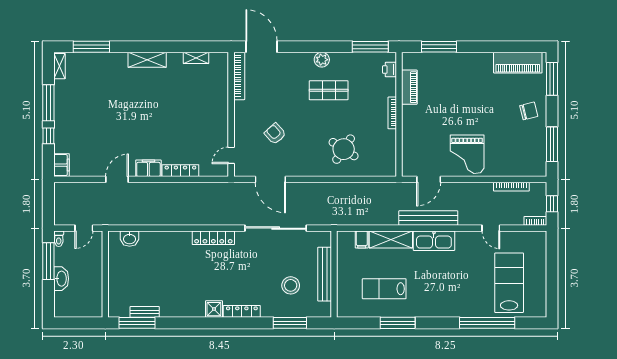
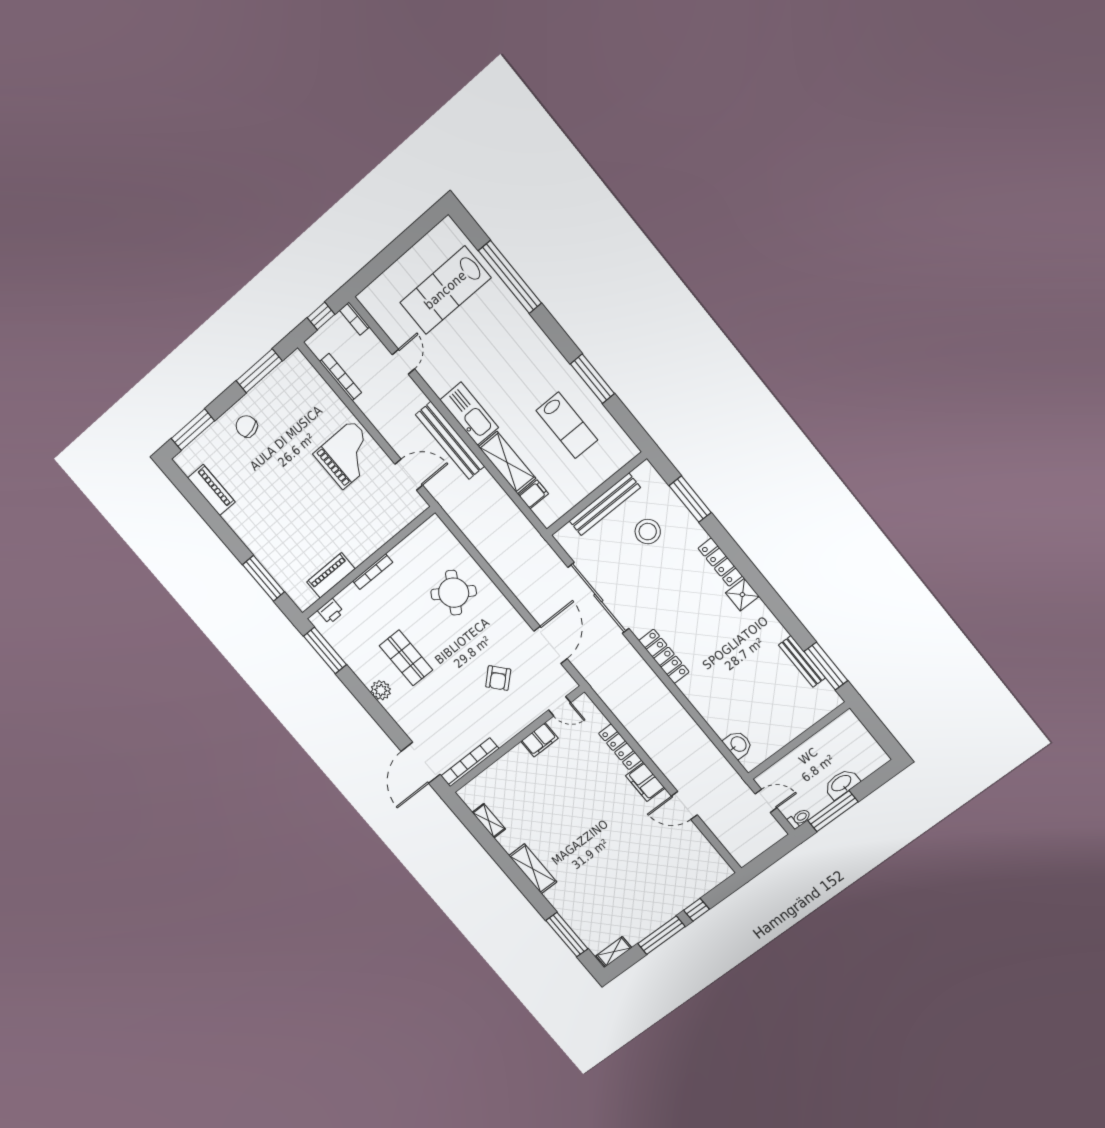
piano: (518, 63) -> (211, 490), width x0.73, depth x0.75
filing cabinet: (62, 165) -> (539, 740), moved, turned 180
bench: (145, 312) -> (802, 661), width x1.36

